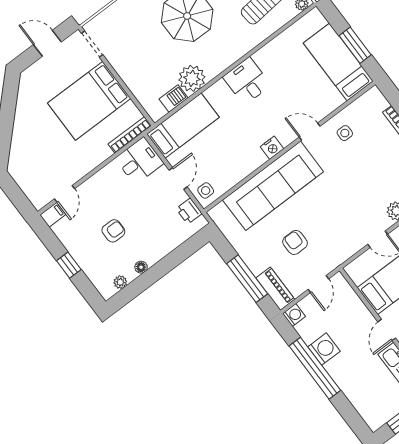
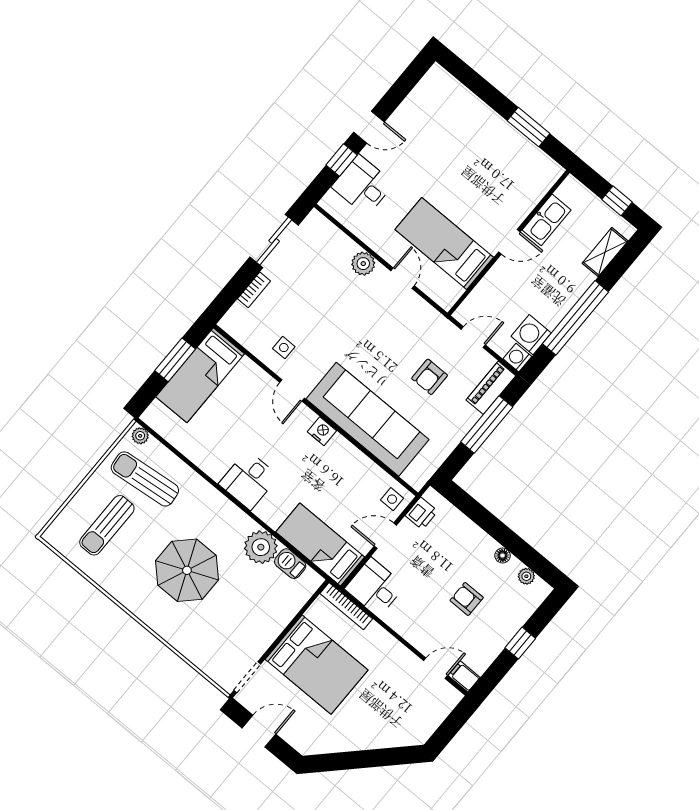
door: (47, 43) -> (259, 731), swing flipped
washing machine: (324, 349) -> (531, 335), moved
shelving: (361, 403) -> (605, 252), added

